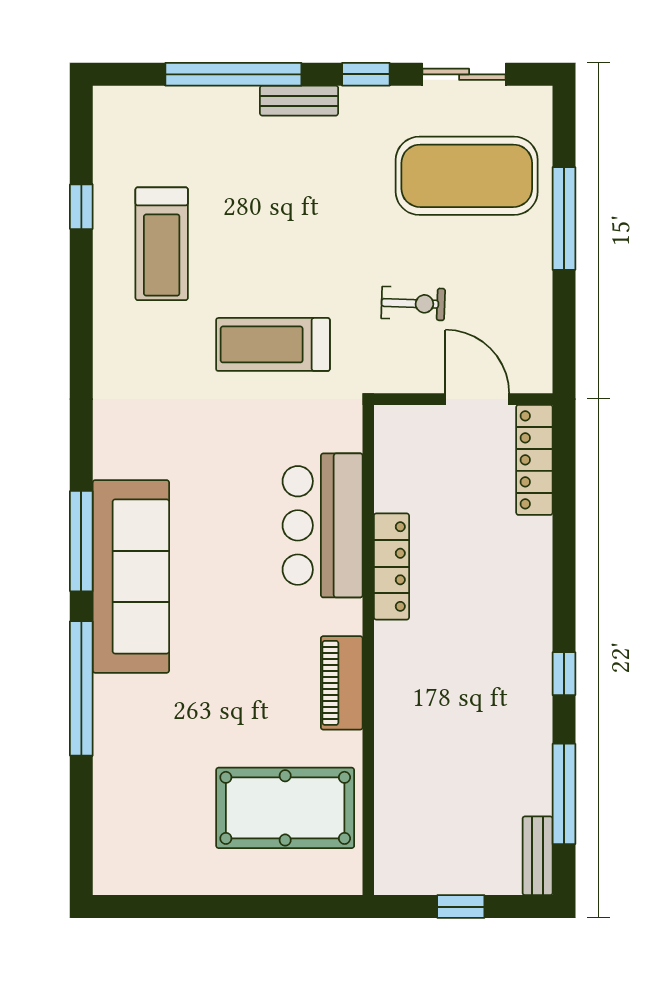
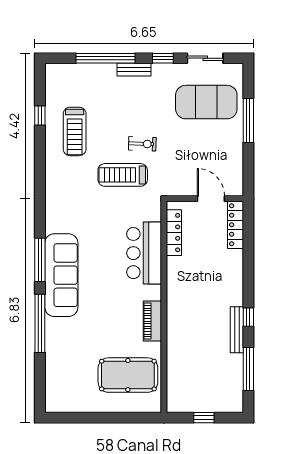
exercise bike: (413, 303) -> (142, 144), moved
locker: (392, 567) -> (174, 233), moved
bench: (538, 856) -> (237, 330), moved, width x1.36

